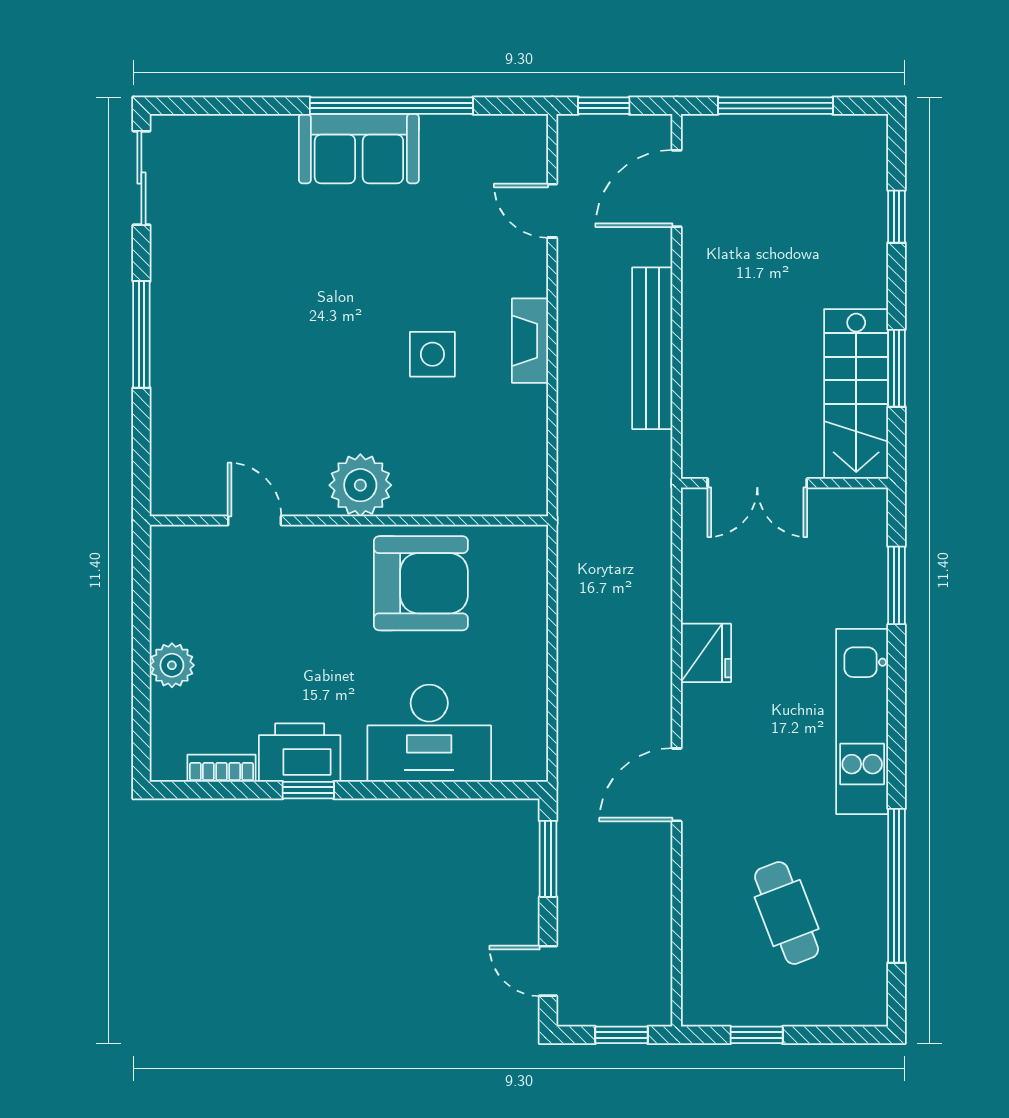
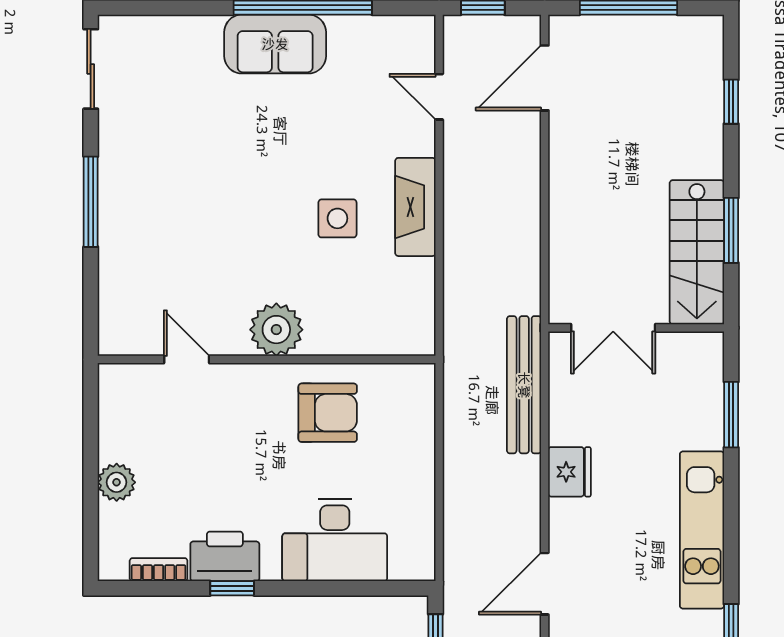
fireplace: (530, 341) -> (415, 207), width x1.37, depth x1.32
bench: (652, 348) -> (524, 385), moved
armchair: (421, 583) -> (328, 413), width x0.73, depth x0.73

